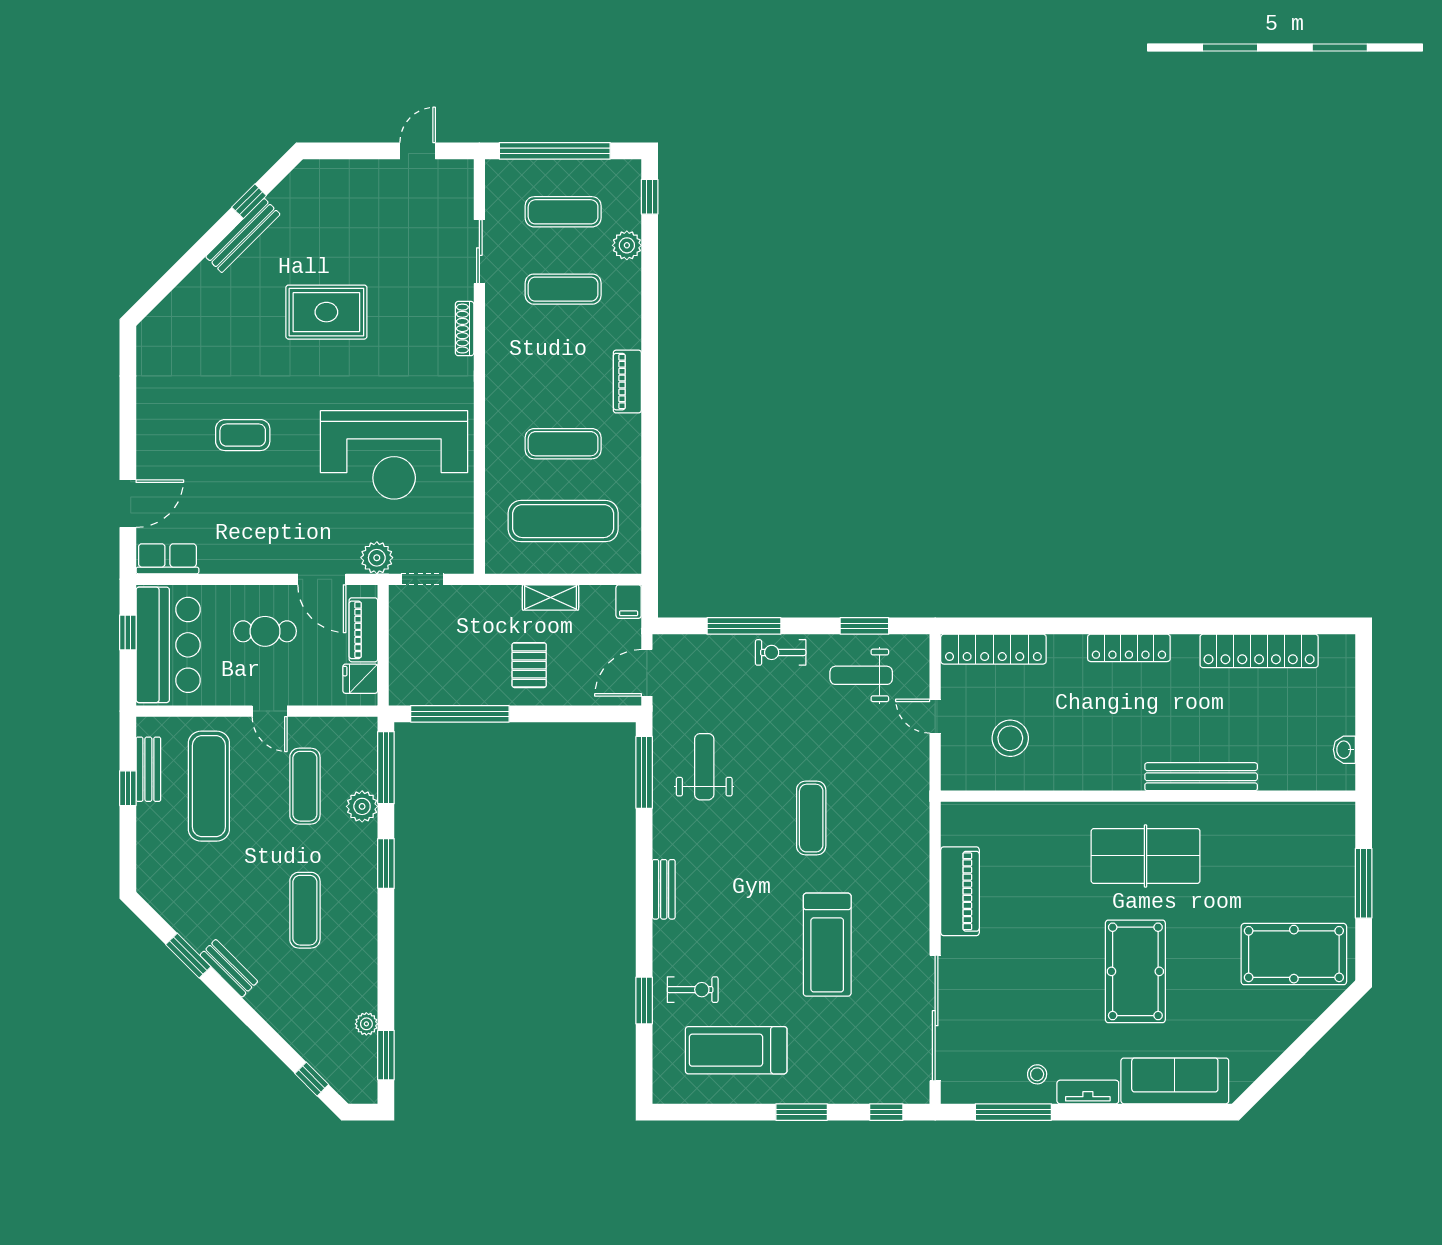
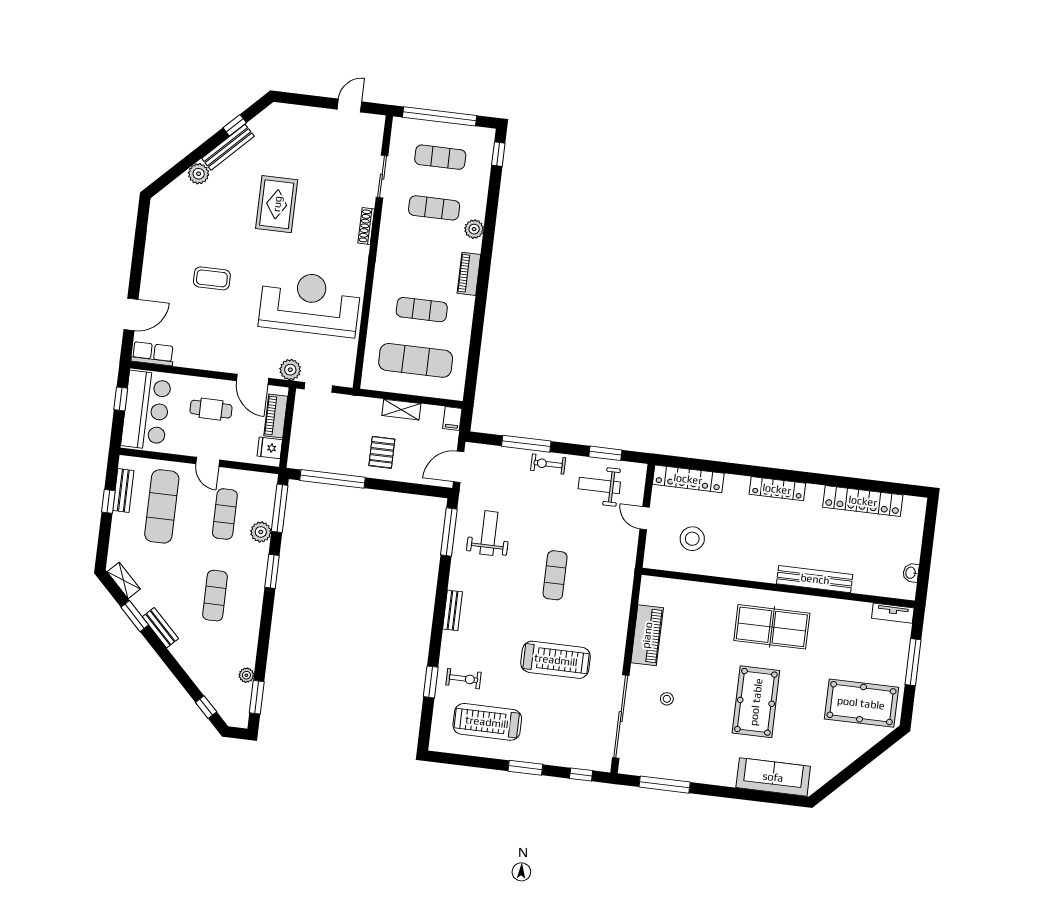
plant: (627, 245) -> (474, 229), moved
plant: (204, 281) -> (199, 174), added
rug: (326, 312) -> (277, 204), turned 90
reception desk: (394, 455) -> (310, 303), turned 180
shelving: (165, 904) -> (124, 580), added
treadmill: (827, 945) -> (556, 660), turned -90
stool: (1037, 1074) -> (667, 699), moved
tv unit: (1088, 1092) -> (893, 613), moved, turned 180

